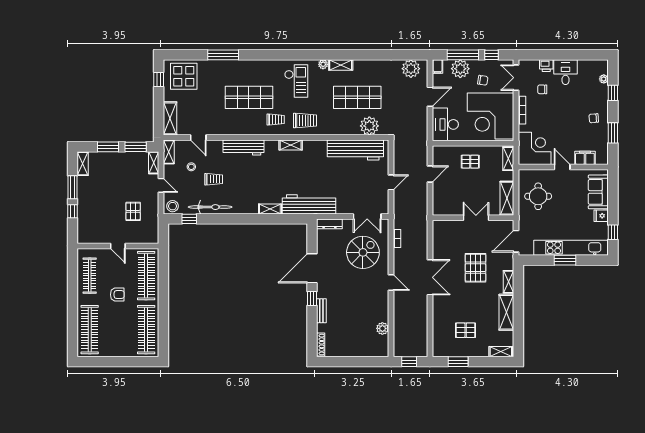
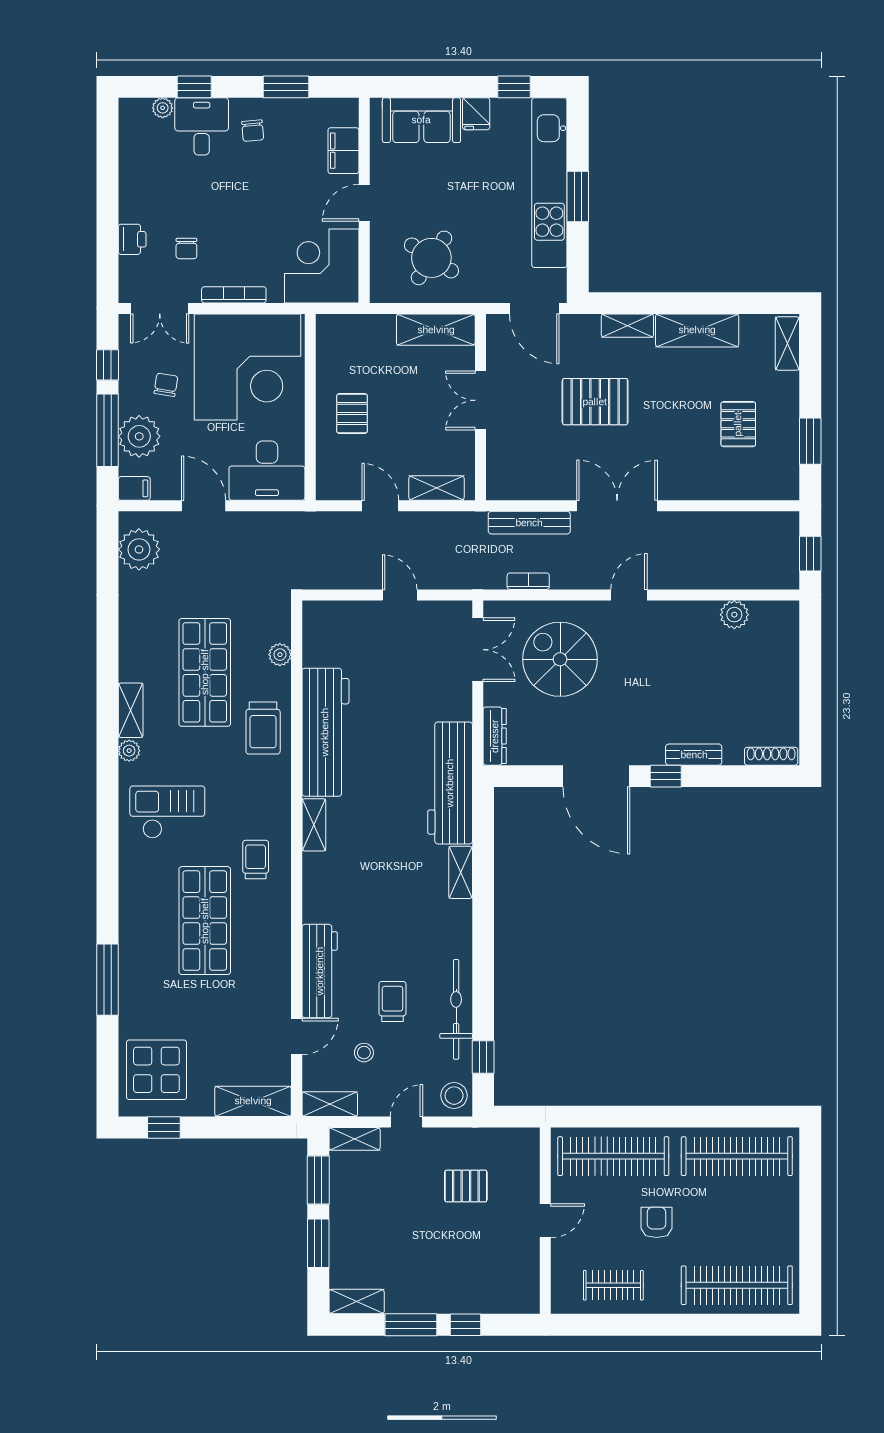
desk: (565, 72) -> (202, 126), moved, turned 90
trolley: (305, 121) -> (263, 728), moved, turned 180
plant: (369, 126) -> (280, 655), width x0.53, depth x0.53
workbench: (244, 147) -> (320, 971), moved
workbench: (355, 150) -> (325, 732), moved
shelving: (508, 159) -> (437, 488), moved
round table: (538, 196) -> (431, 258), turned 33
bench: (423, 239) -> (529, 523), added
clothes rail: (90, 276) -> (613, 1285), width x0.73

